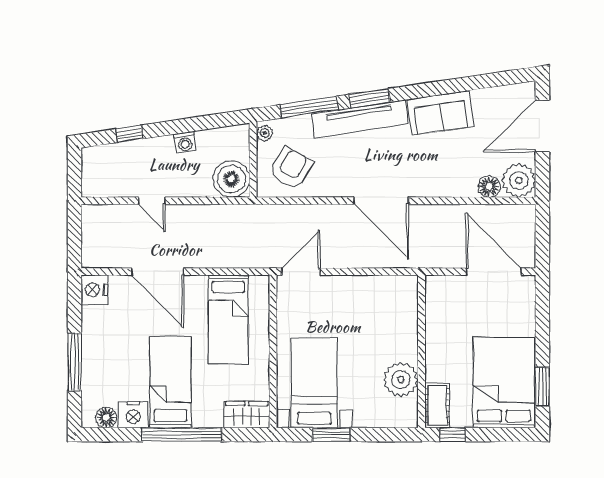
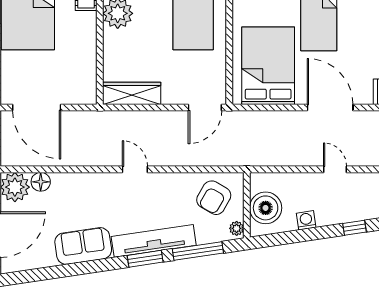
boiler: (231, 179) -> (266, 208), moved
door: (381, 201) -> (135, 169), width x0.53
wardrobe: (385, 288) -> (132, 93), added
bed: (228, 320) -> (268, 66), width x1.50

